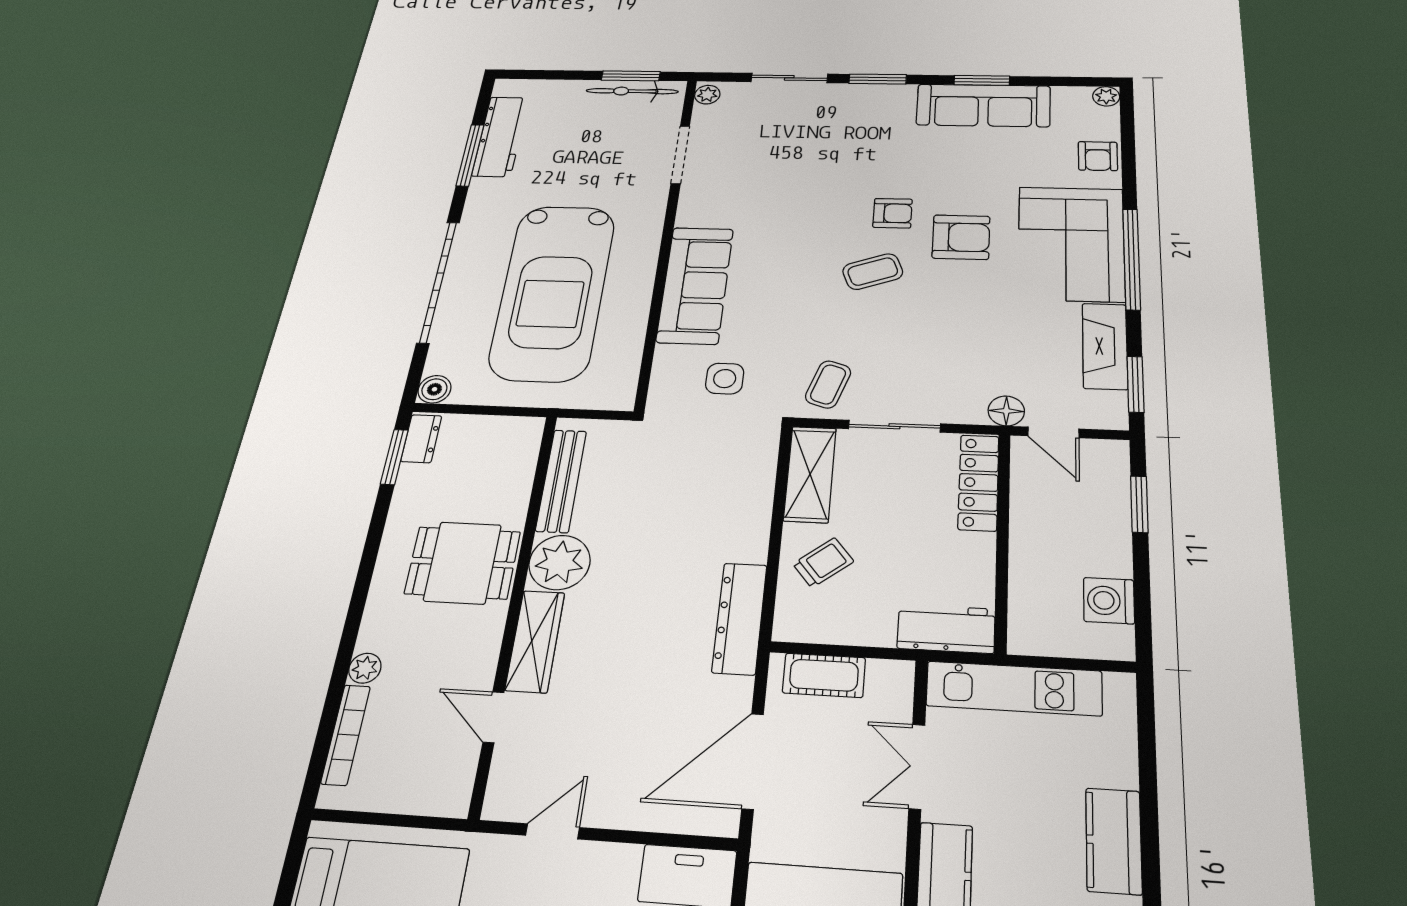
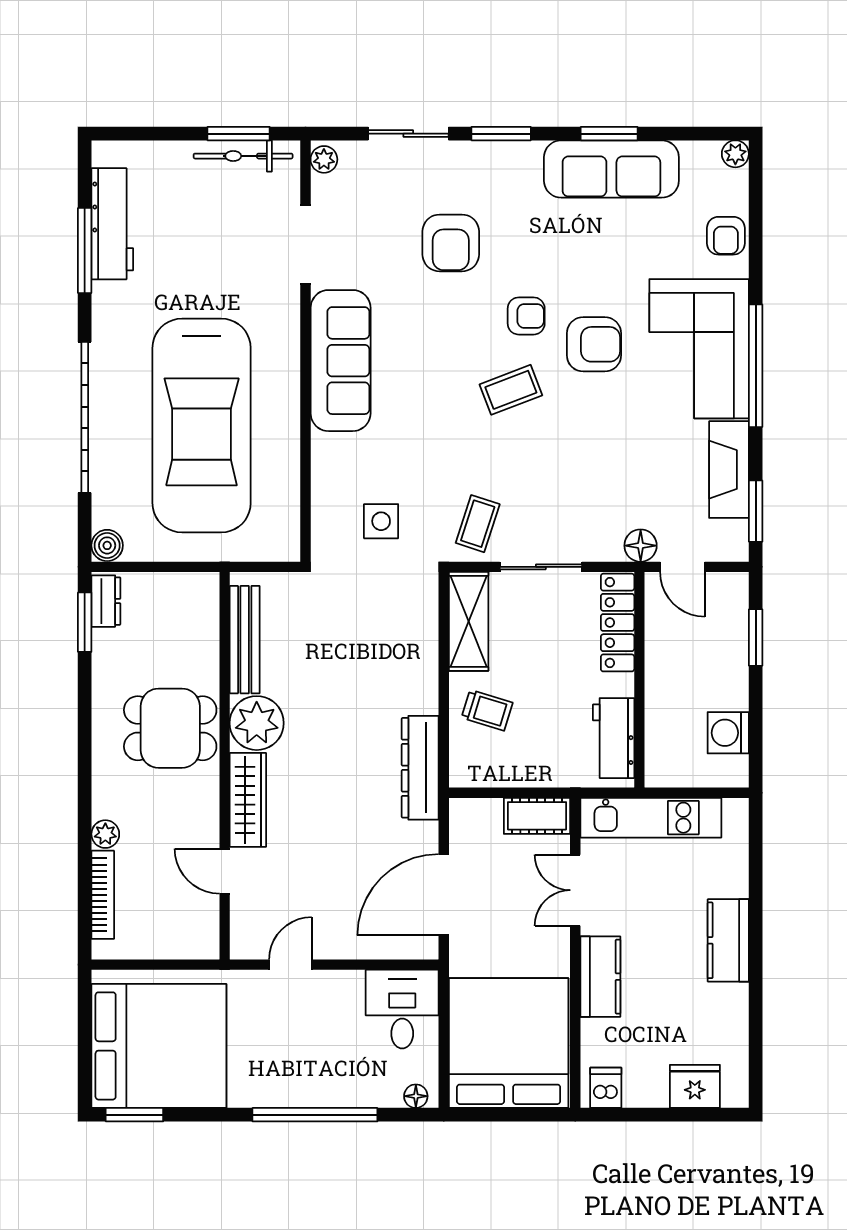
armchair: (822, 156) -> (451, 243), added
sofa: (695, 285) -> (341, 361), moved
trolley: (823, 563) -> (487, 710), turned 56
workbench: (946, 629) -> (614, 738), moved, turned -90
cot: (824, 675) -> (537, 816), moved

